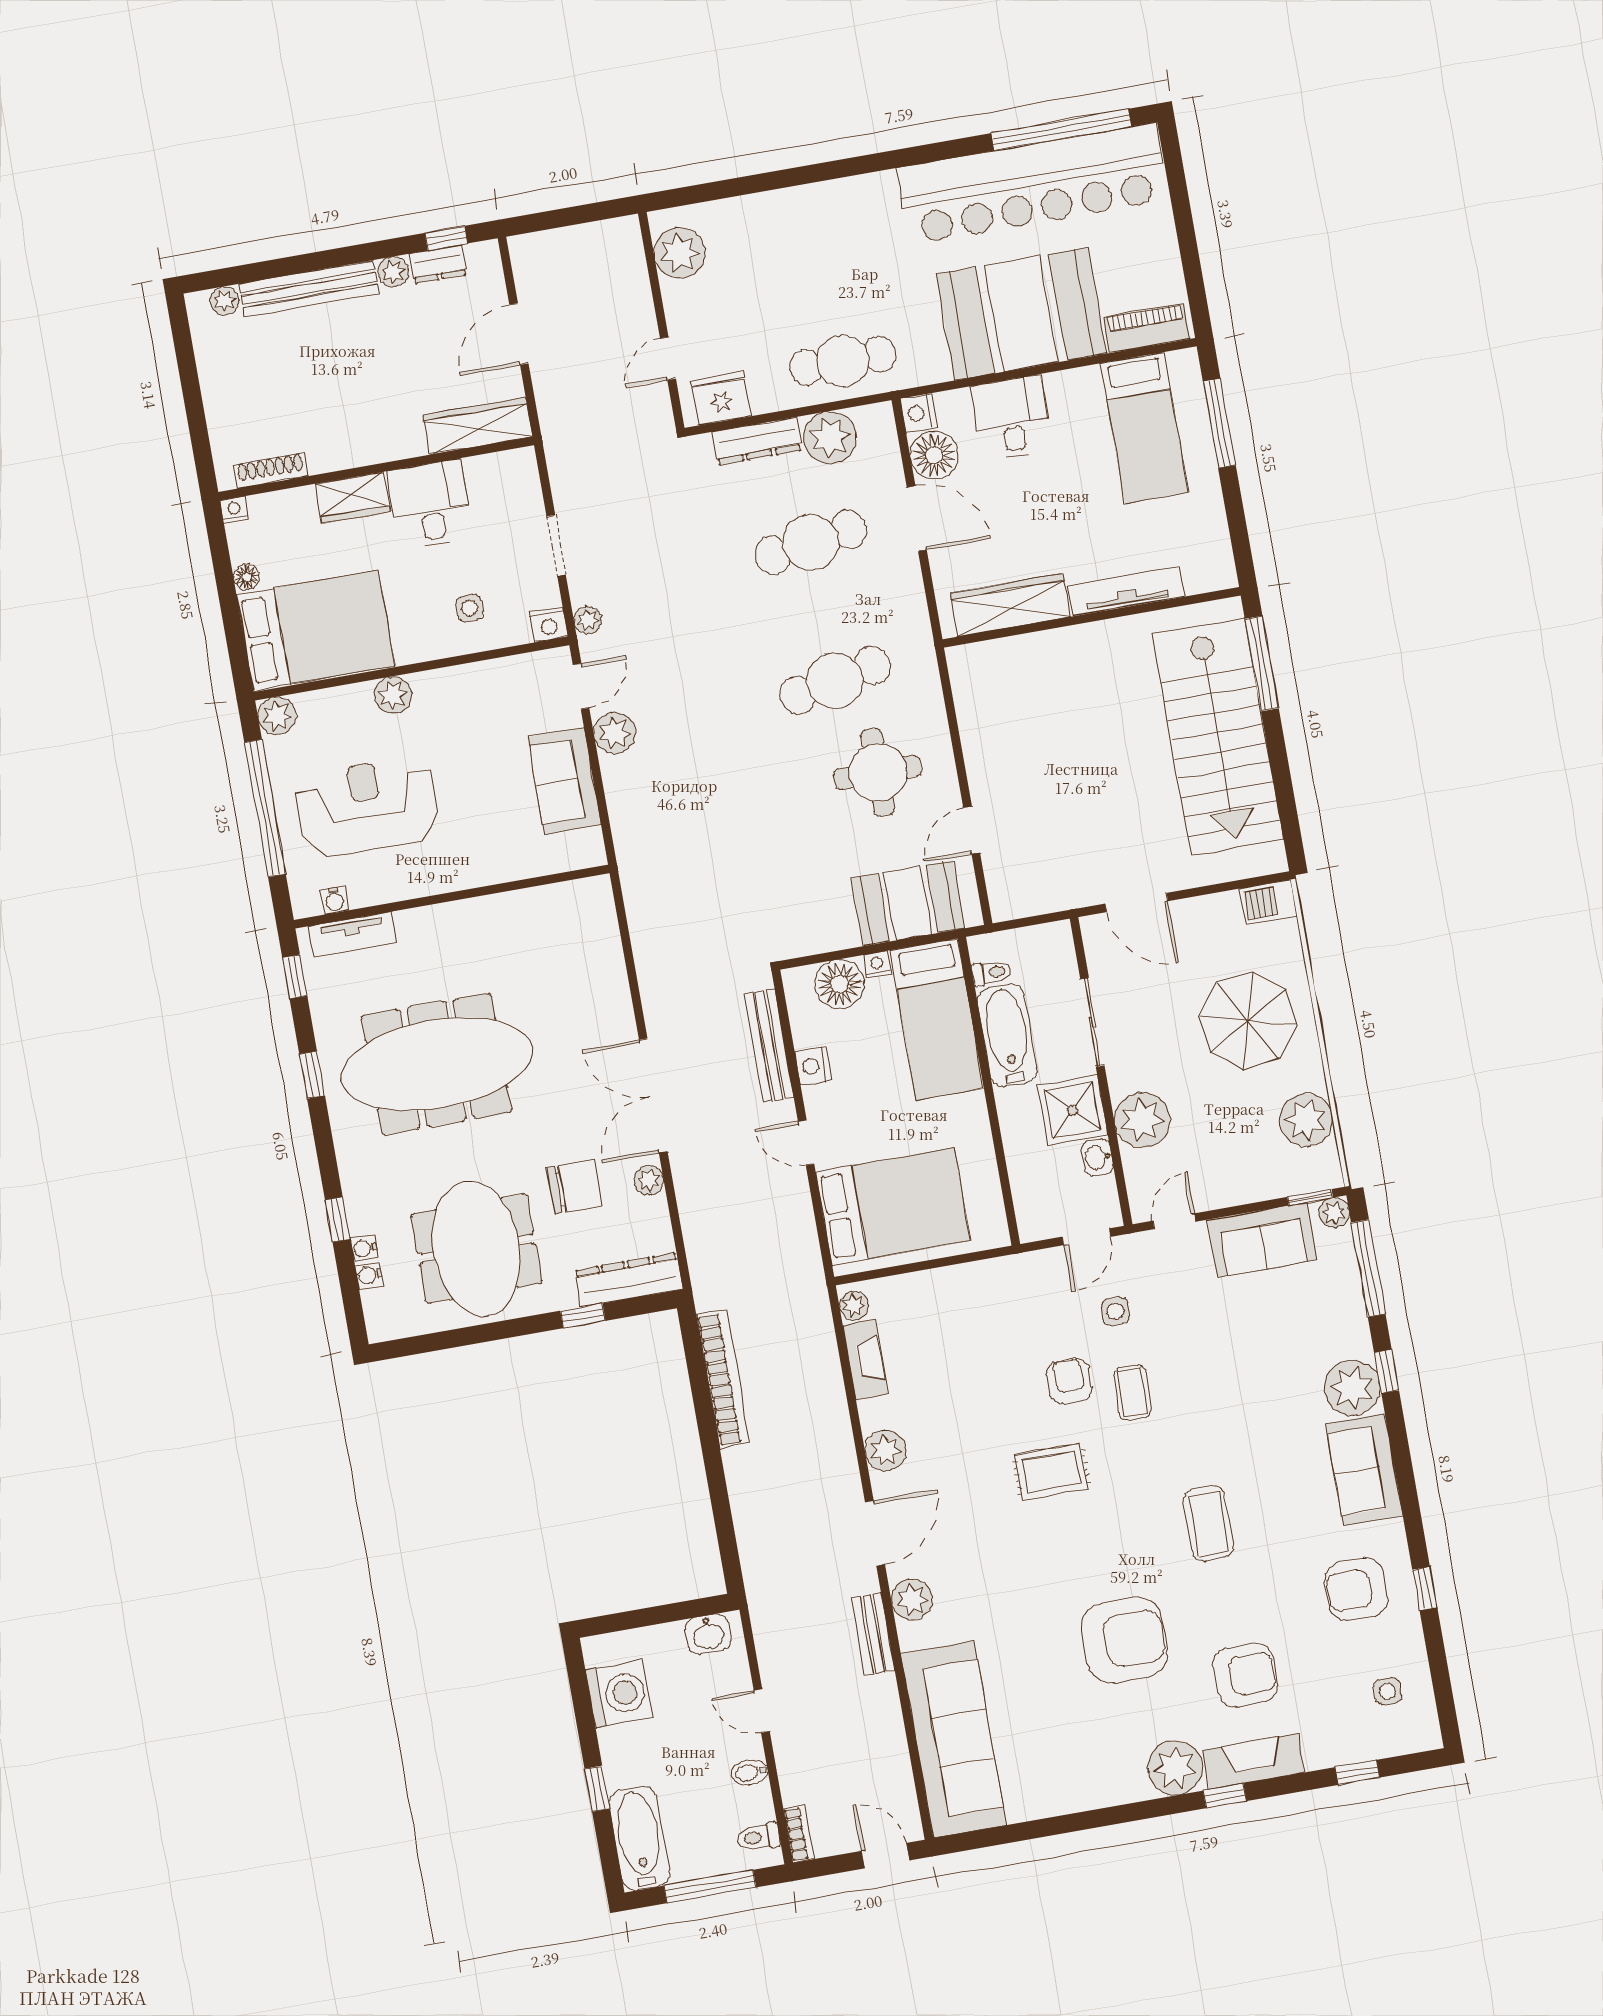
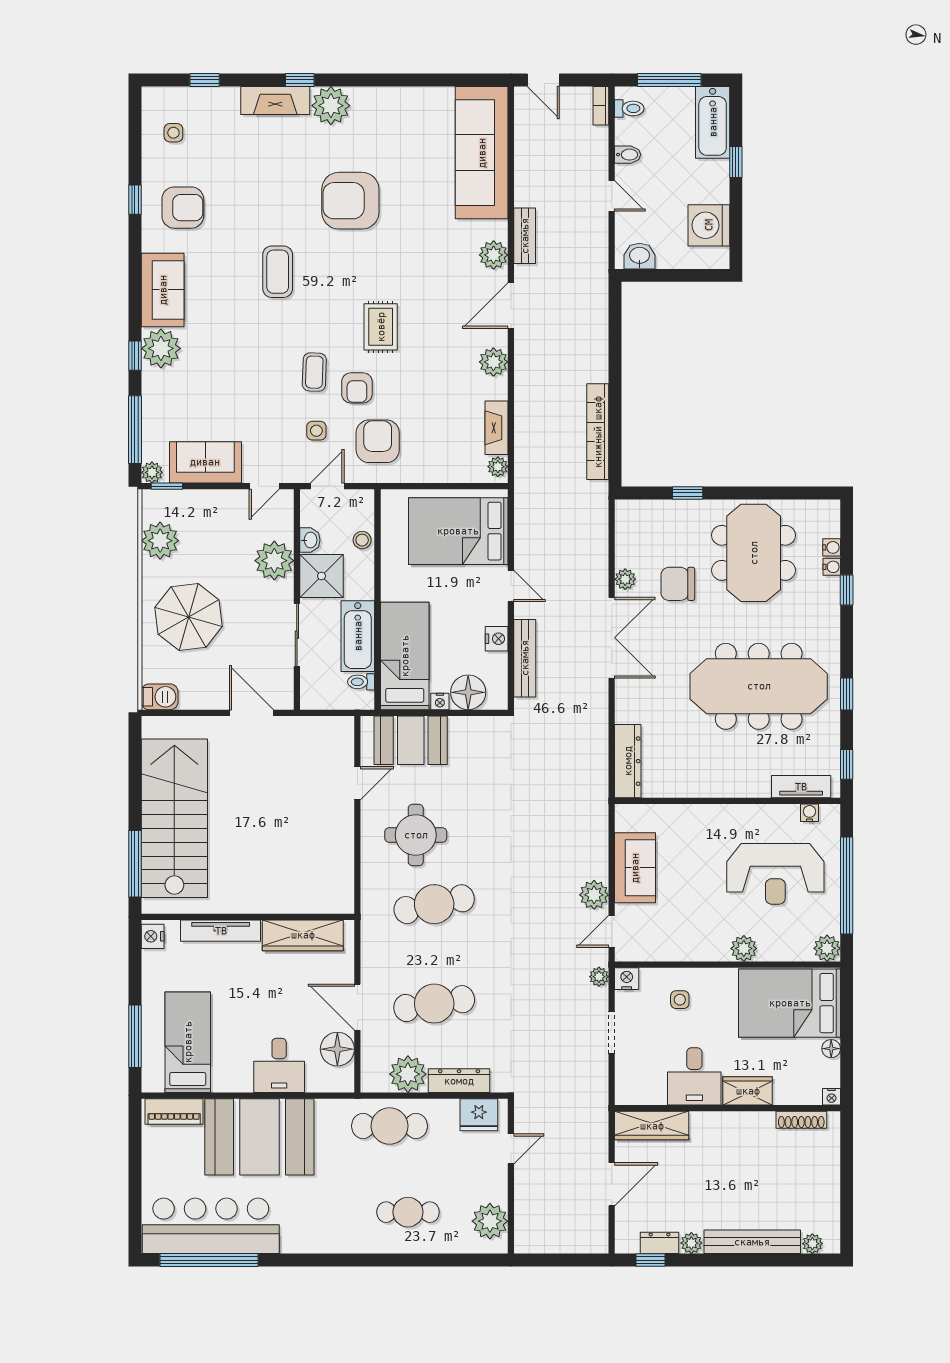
bar counter: (1033, 184) -> (211, 1226), width x0.73
cafe table: (796, 245) -> (408, 1212), added
nightstand: (919, 413) -> (153, 936), moved, turned 180
stool: (1025, 1170) -> (362, 540), added
dresser: (628, 1280) -> (628, 761), moved, turned -90
rug: (1051, 1472) -> (381, 327), turned 90
armchair: (1245, 1675) -> (378, 441), moved, turned 90

